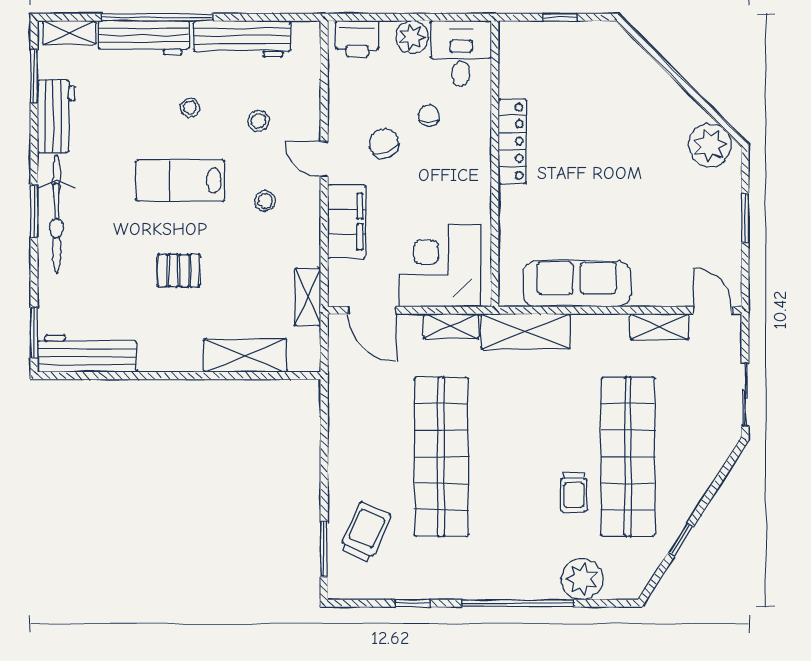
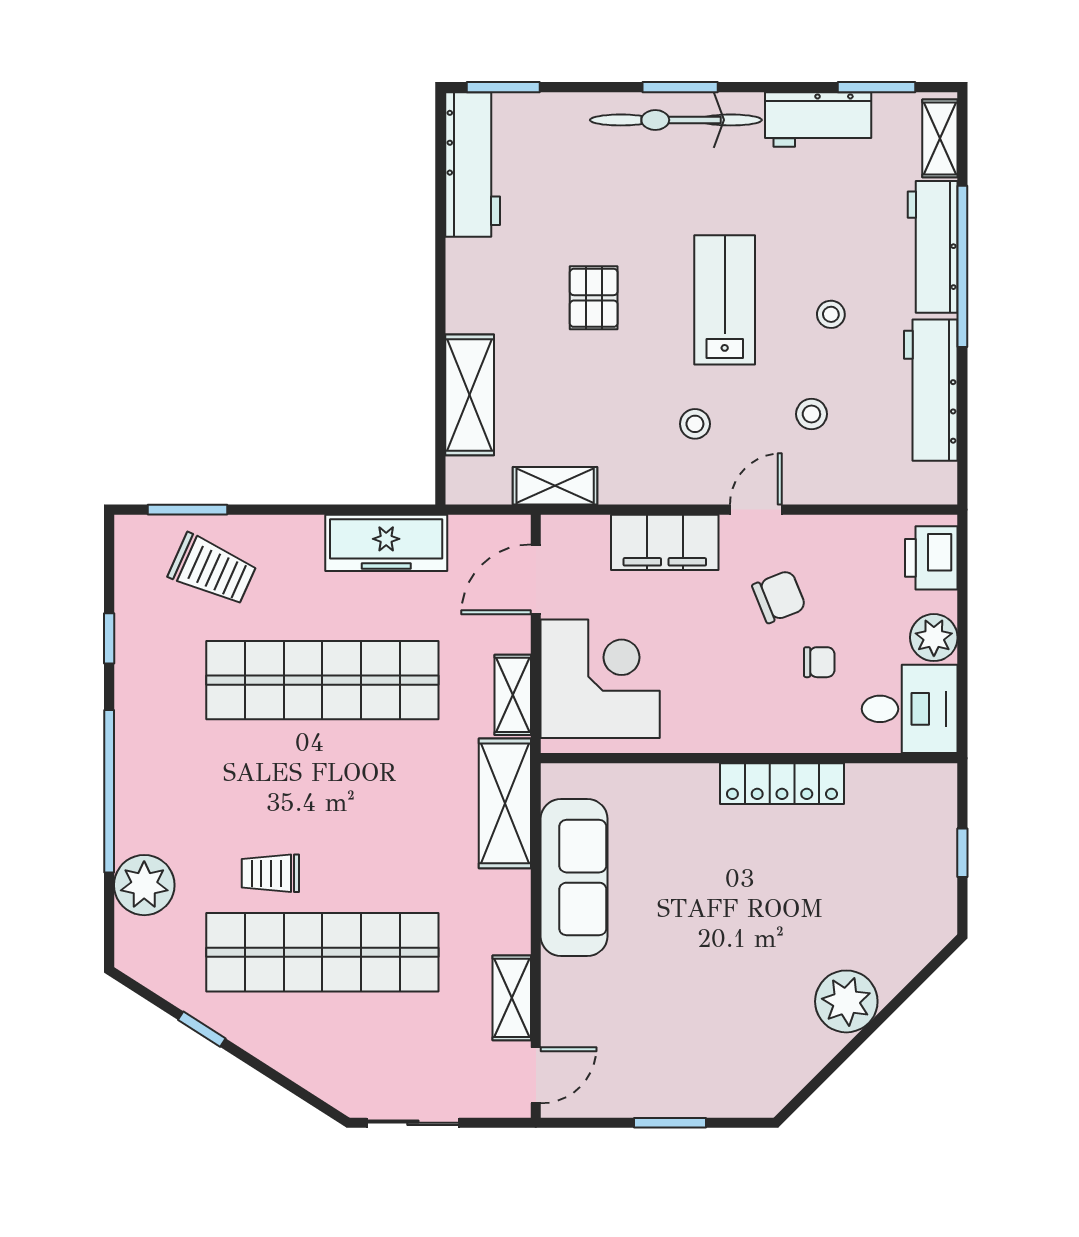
plant: (710, 145) -> (846, 1001), moved
freezer: (347, 413) -> (386, 543), added

